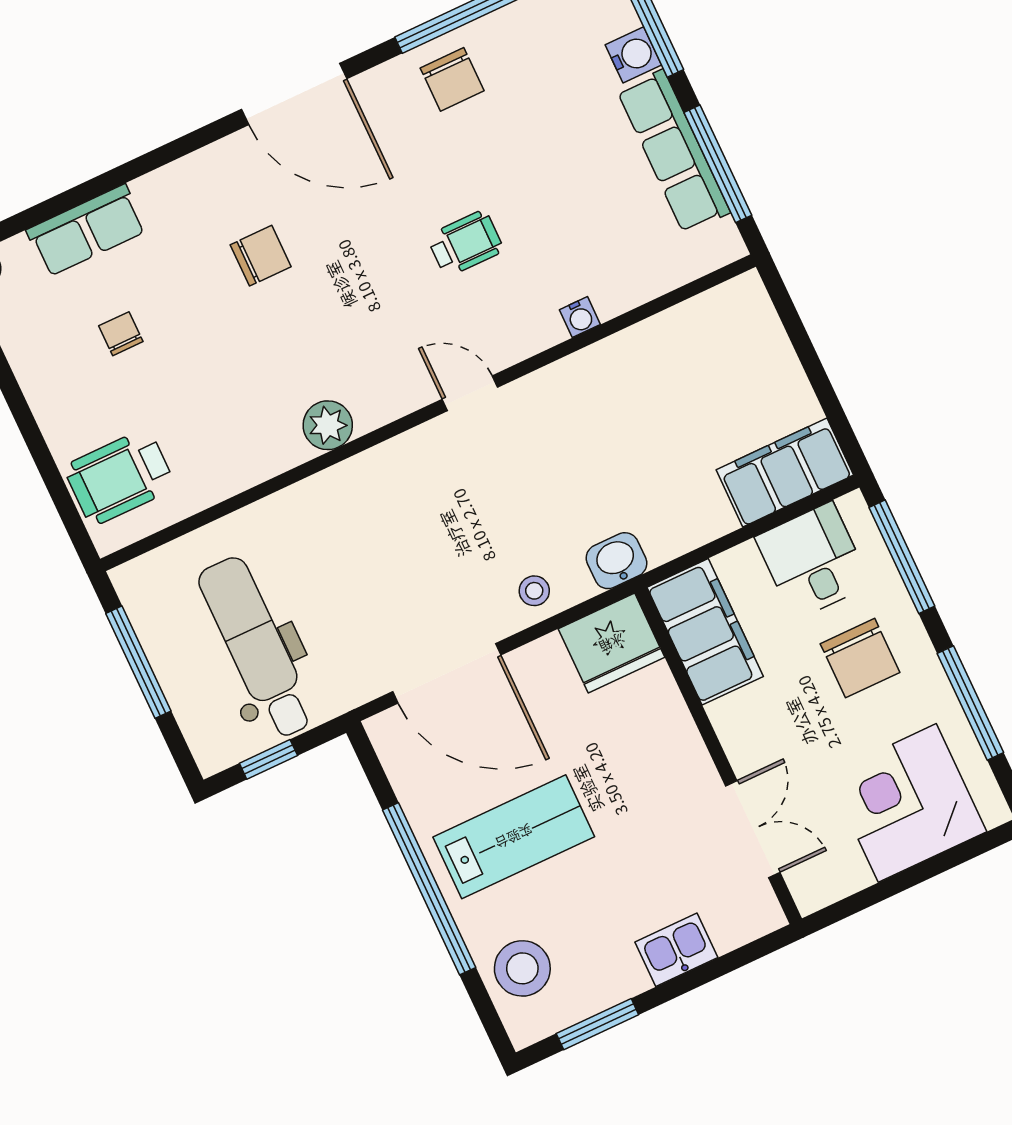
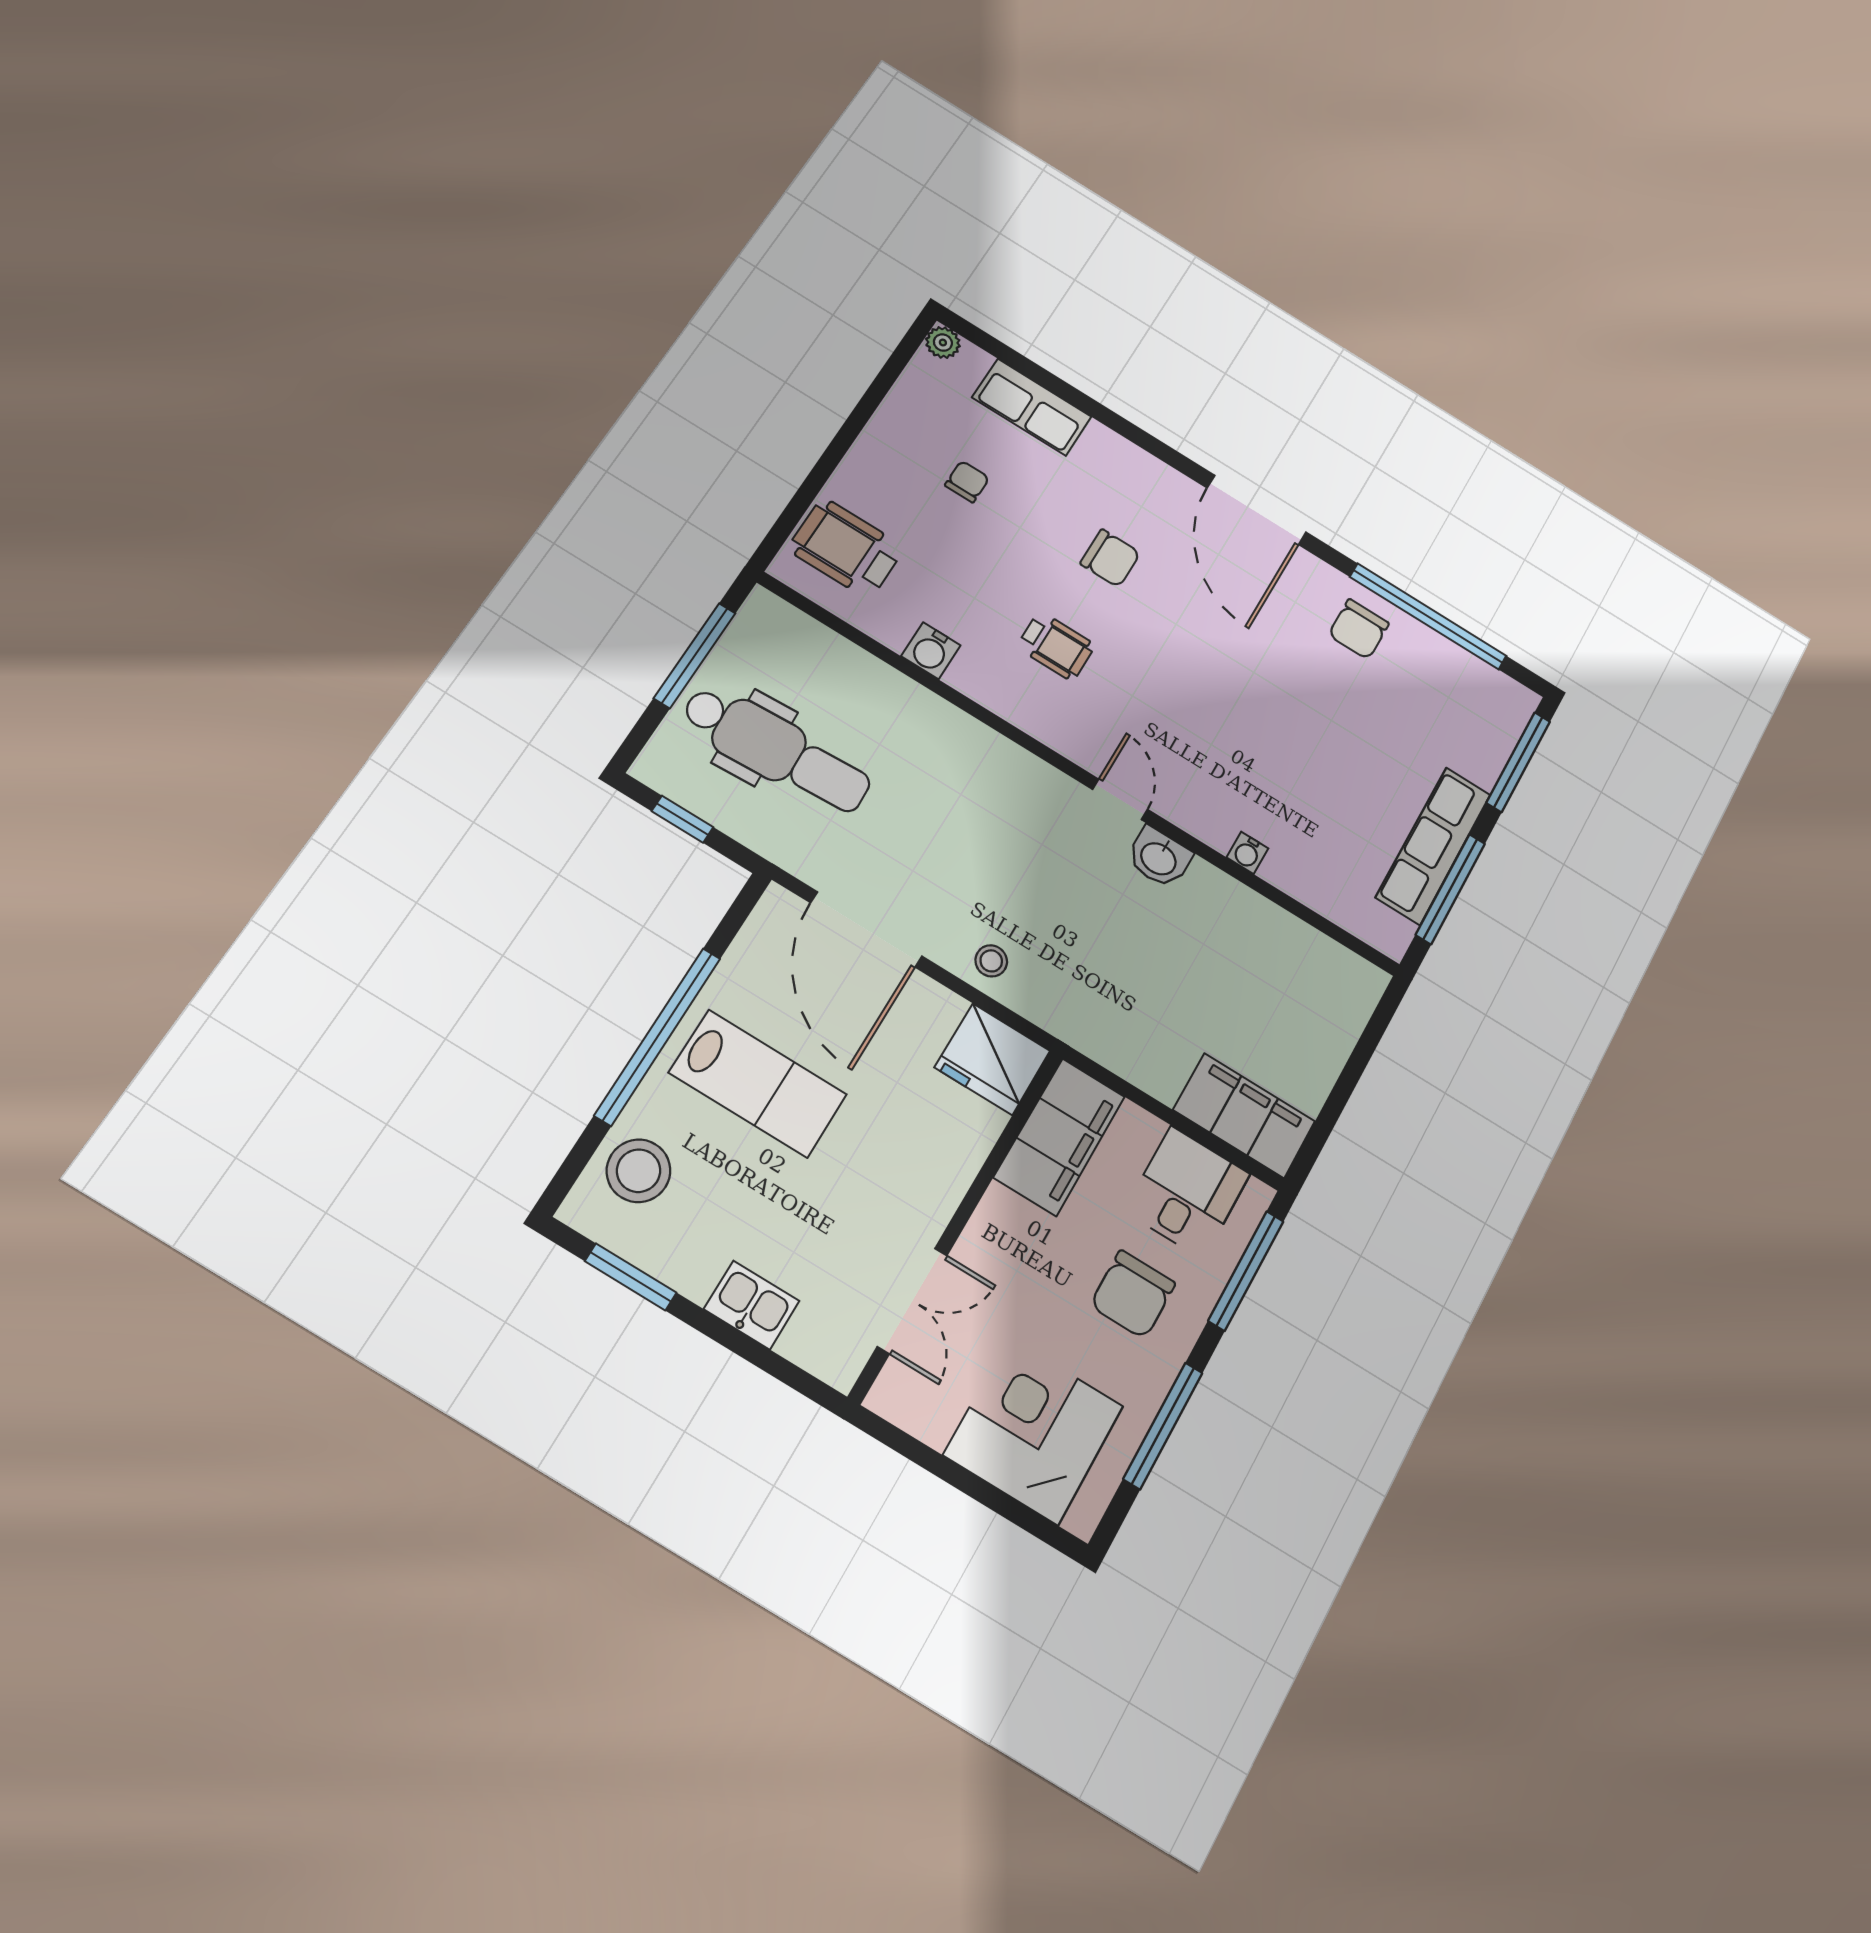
water cooler: (633, 55) -> (931, 651), moved, turned 90
wheelchair: (465, 243) -> (1056, 646), moved
plant: (328, 425) -> (1010, 696), removed
washbasin: (616, 561) -> (1159, 858), moved, turned 180
dental chair: (257, 648) -> (776, 749), turned 87

